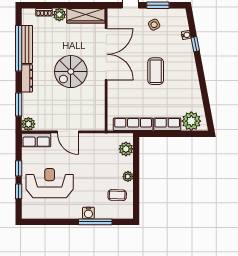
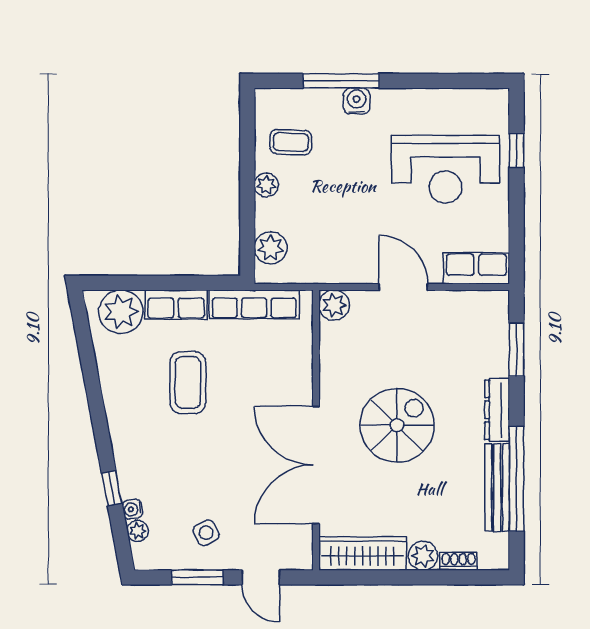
plant: (184, 25) -> (138, 531), added
coffee table: (156, 71) -> (188, 382), moved
plant: (28, 124) -> (334, 305), moved
window: (19, 168) -> (517, 203), removed

